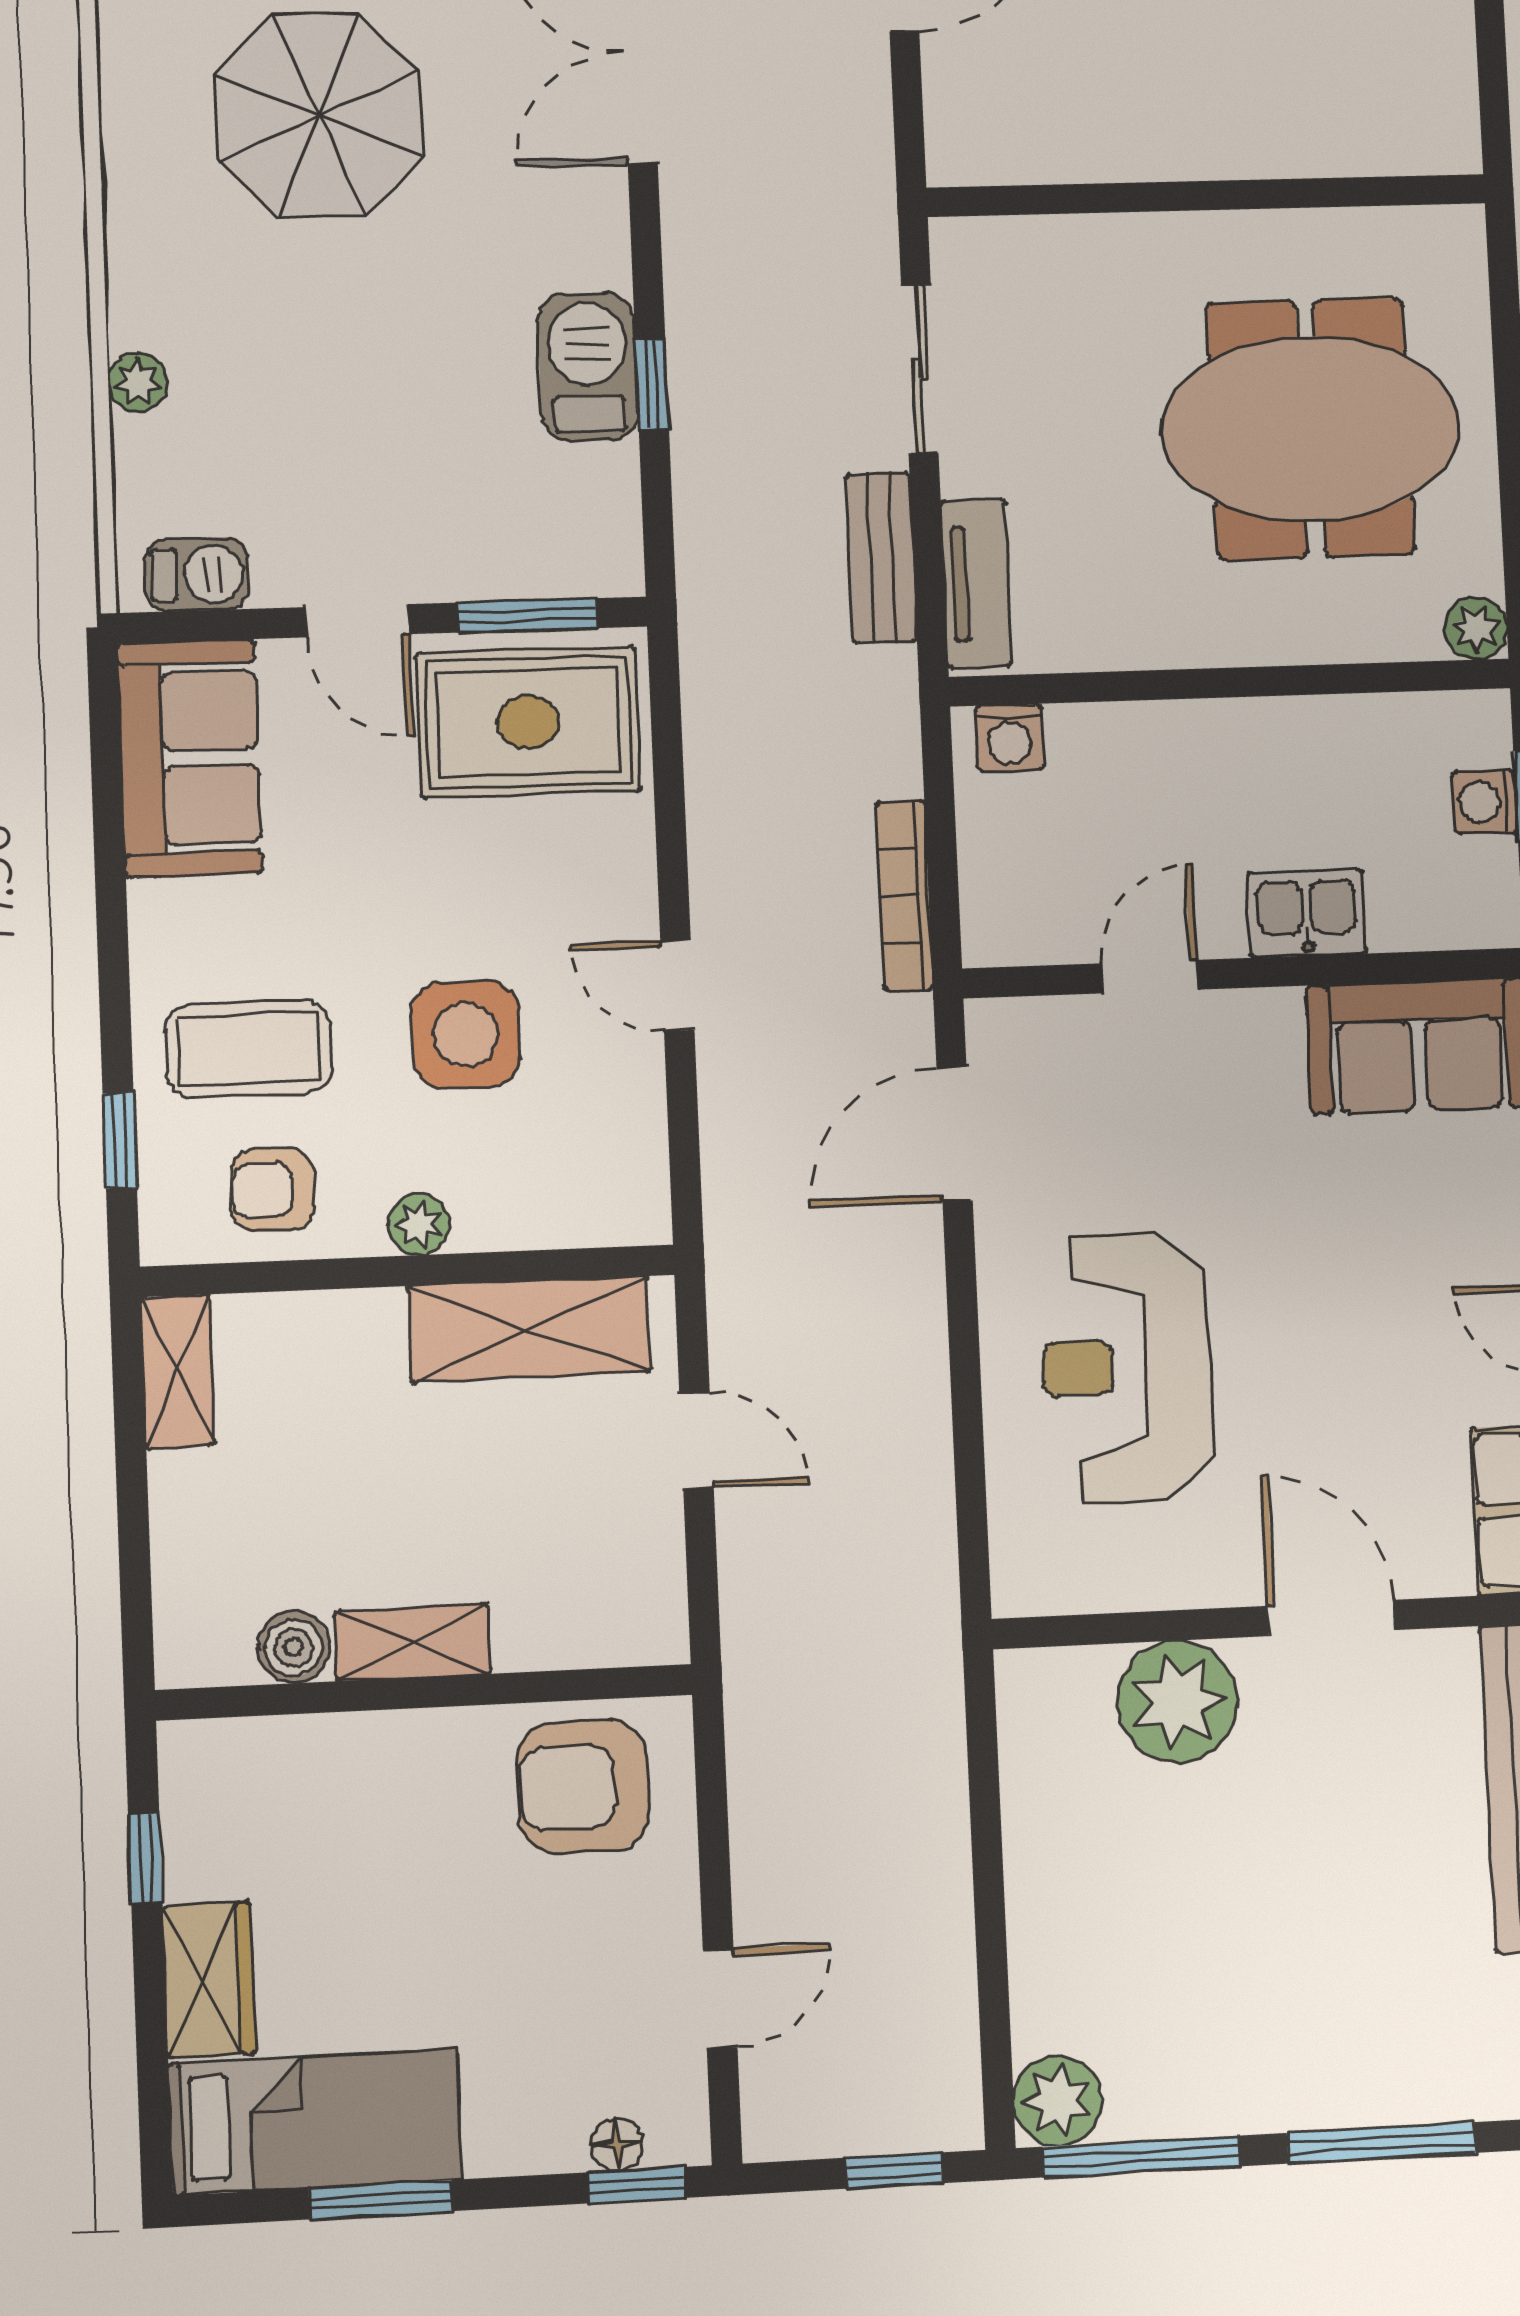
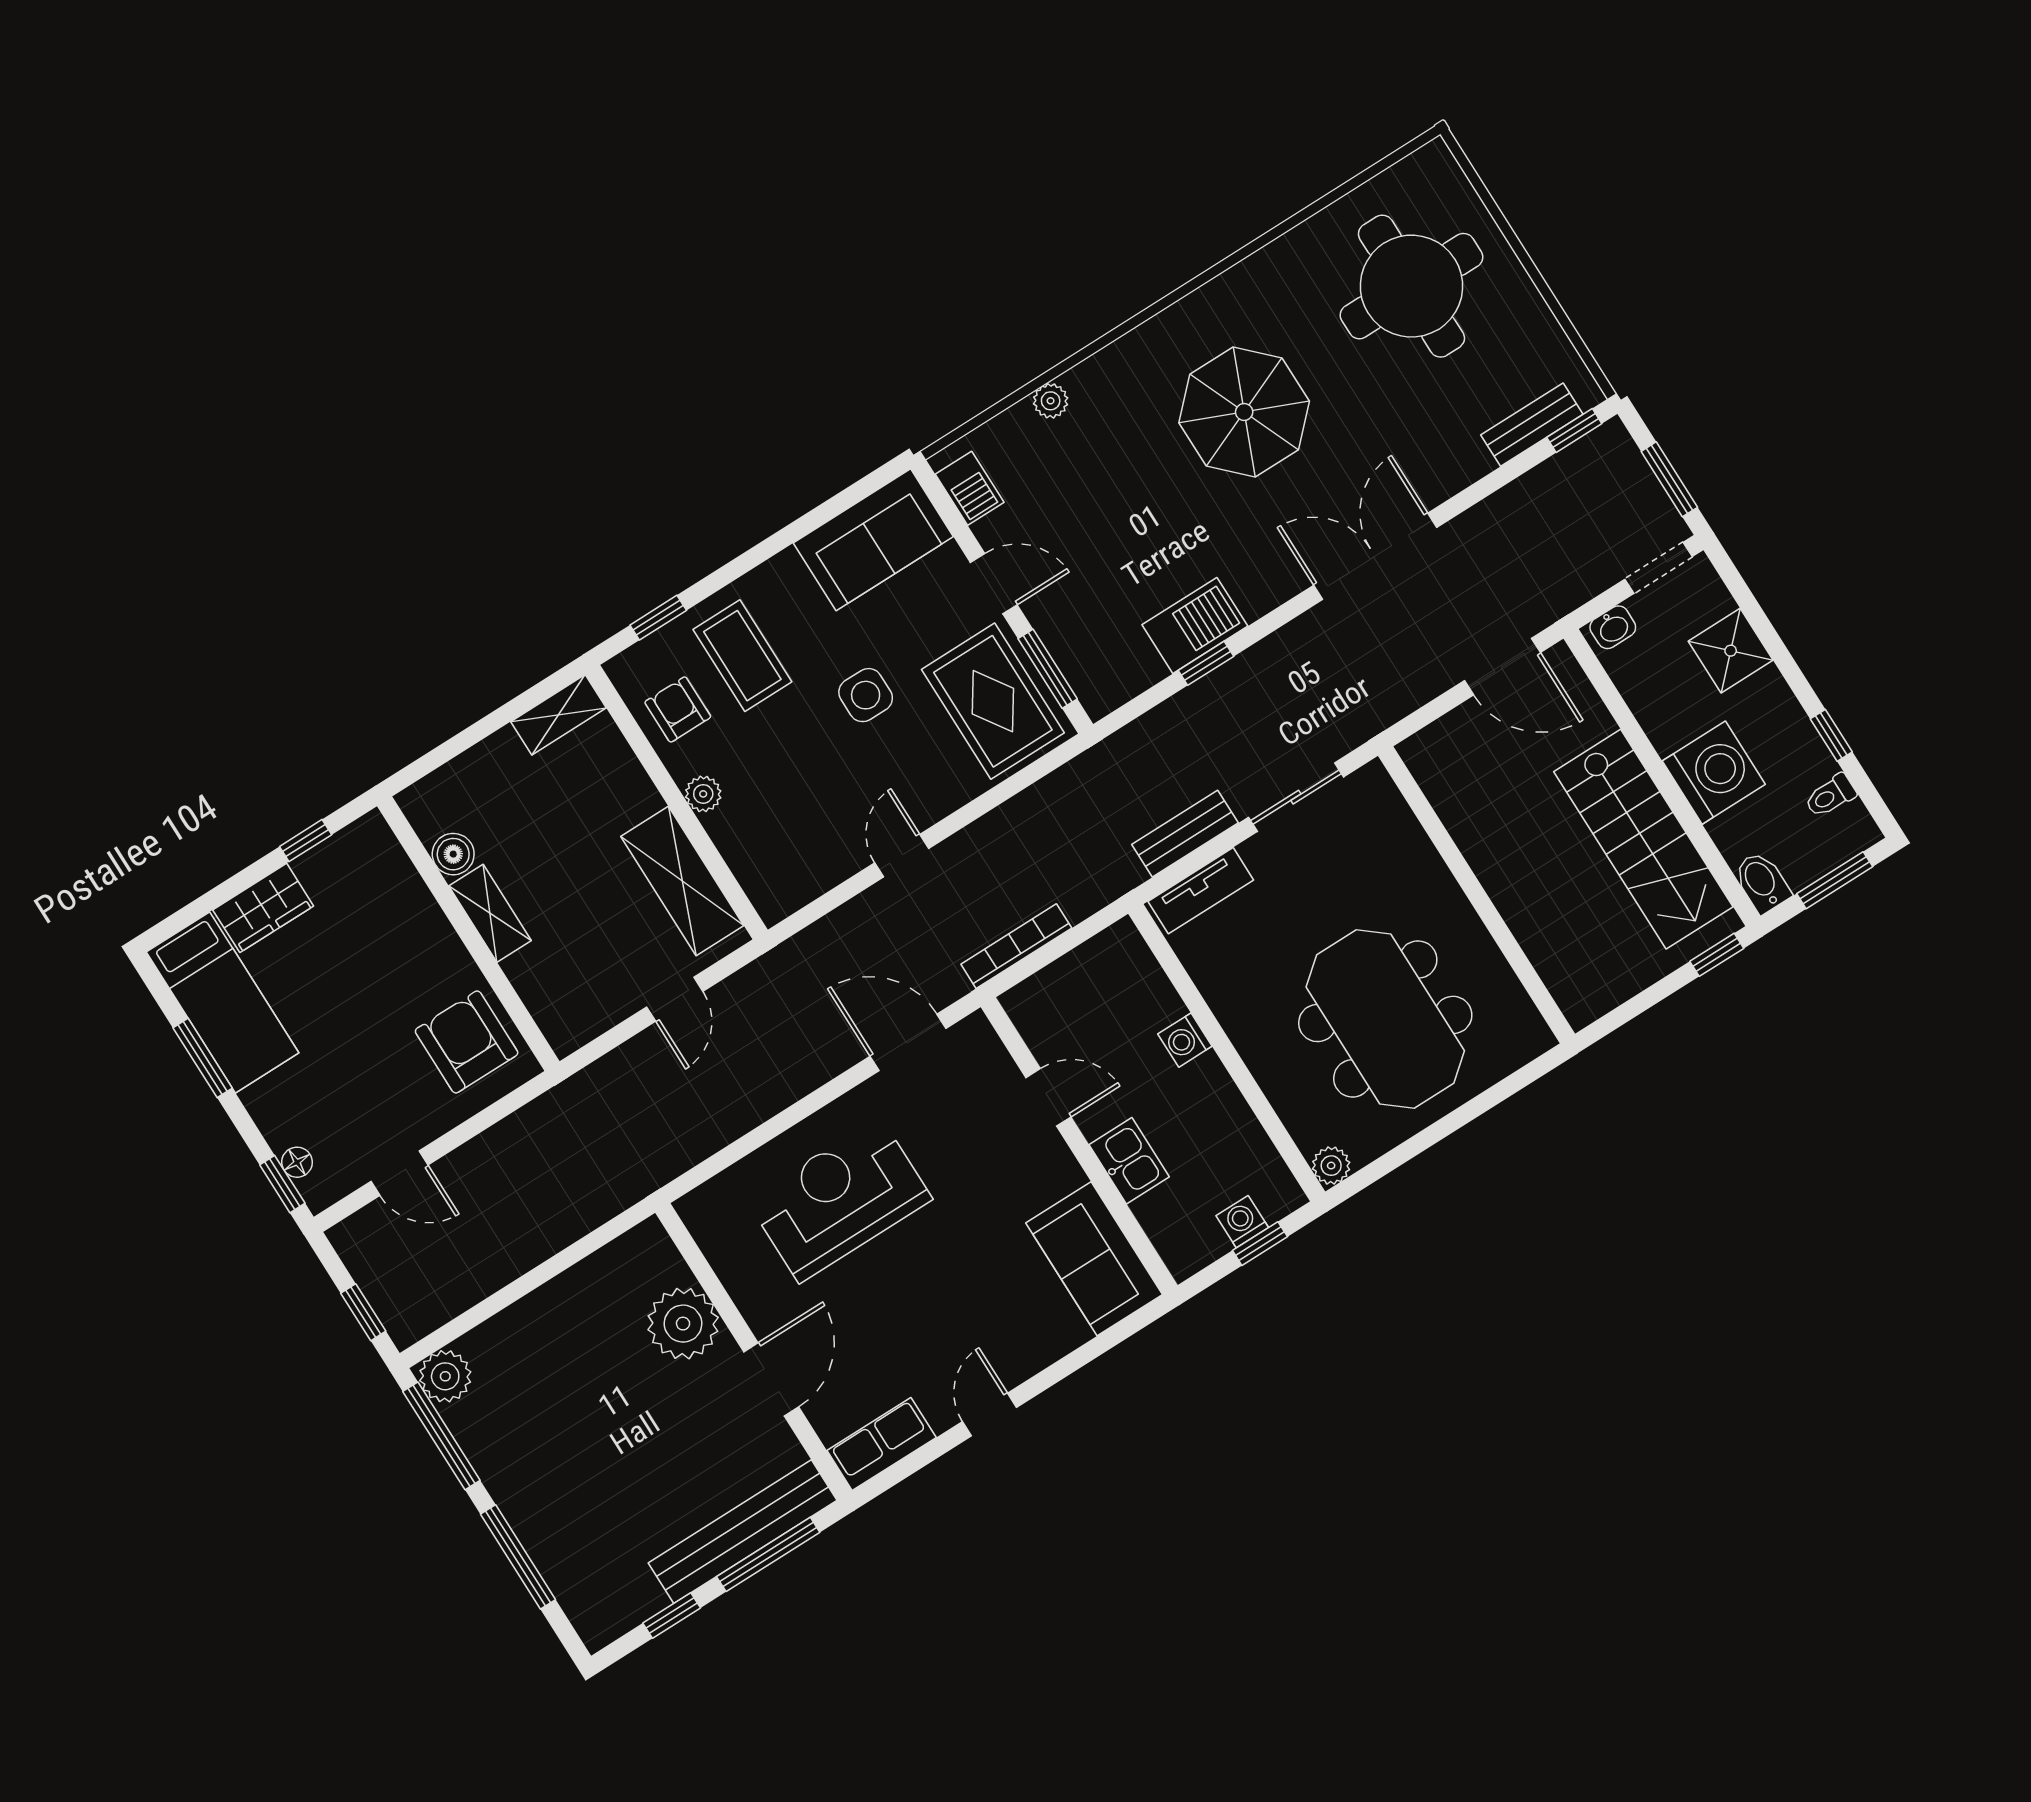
door: (357, 621) -> (994, 584), swing flipped
washing machine: (1010, 738) -> (1185, 1040), moved
side table: (466, 1035) -> (866, 695), moved, width x0.73, depth x0.73

